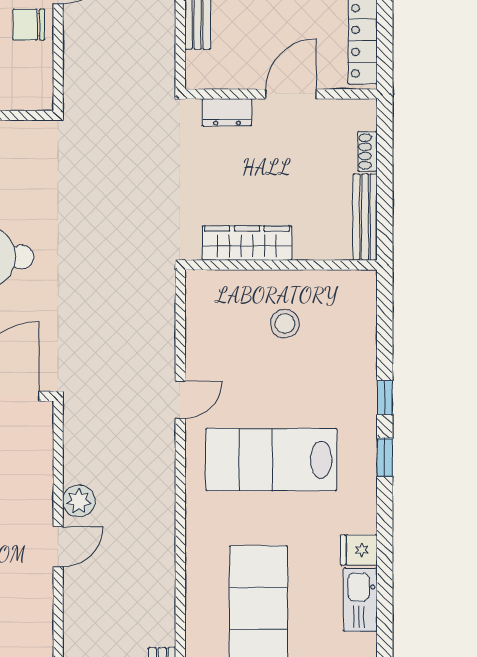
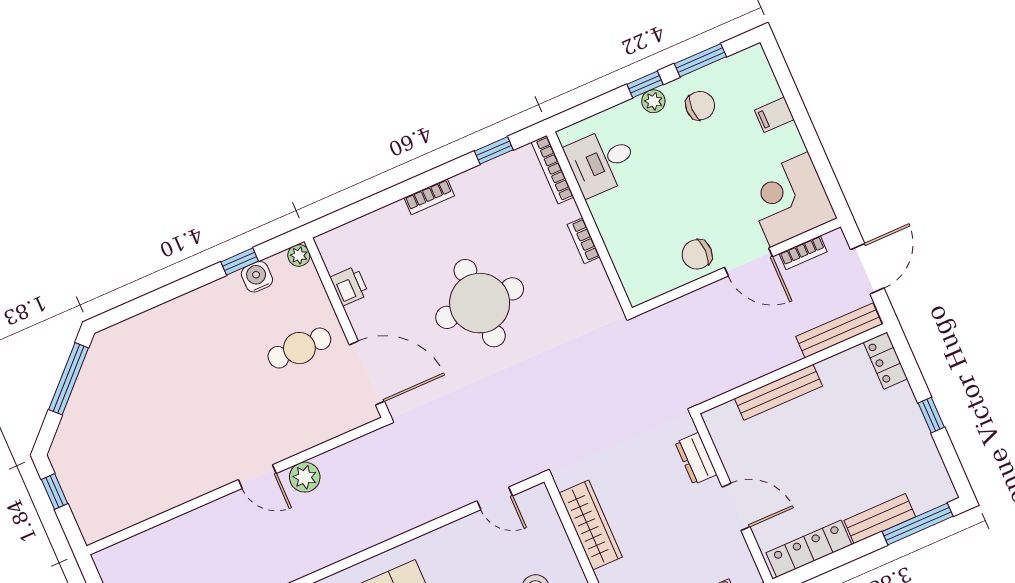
chair: (29, 25) -> (697, 254), turned -90
door: (180, 400) -> (495, 498), moved

